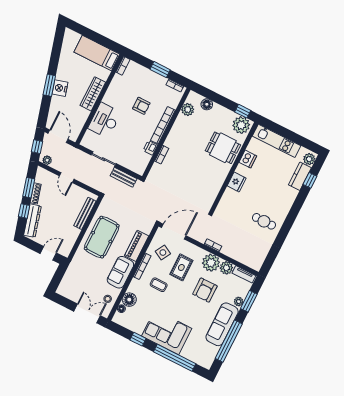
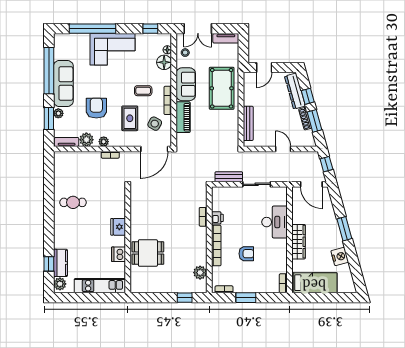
nightstand: (60, 88) -> (340, 256), moved
floor lamp: (207, 104) -> (184, 287), removed
armchair: (141, 106) -> (246, 254), turned 180
window: (243, 111) -> (185, 298), moved
plant: (241, 125) -> (141, 284), removed
plant: (47, 160) -> (310, 156), removed
pool table: (102, 237) -> (222, 88), moved
plant: (211, 263) -> (104, 142), width x0.53, depth x0.53
tv unit: (68, 294) -> (226, 38), added
window: (138, 339) -> (150, 29), moved

